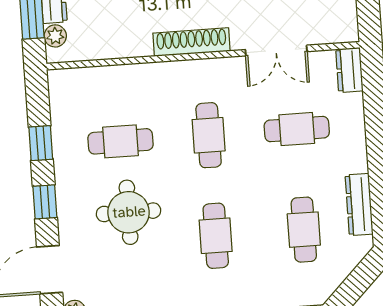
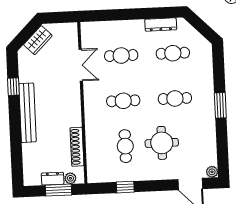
shoe rack: (191, 42) -> (77, 147), moved
dresser: (349, 70) -> (92, 28), removed
cafe table: (297, 129) -> (121, 56), turned 90
window: (45, 202) -> (155, 186), removed

